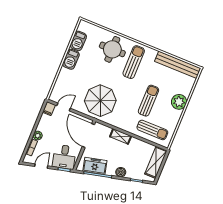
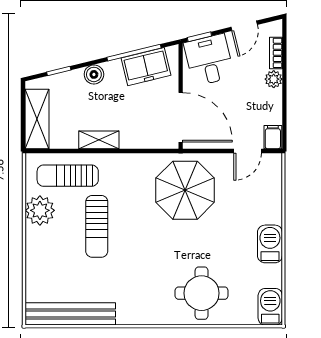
barbecue: (78, 41) -> (270, 307), moved
sun lounger: (134, 62) -> (153, 286), removed
plant: (179, 102) -> (40, 210), moved
shelving: (121, 136) -> (99, 140), moved

